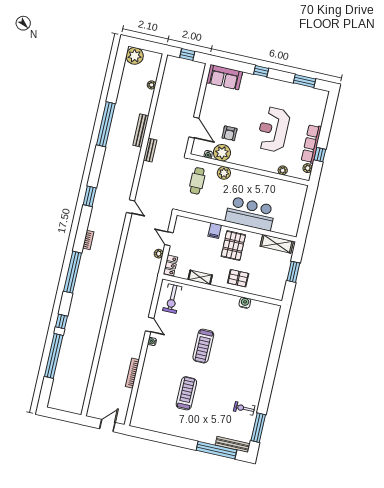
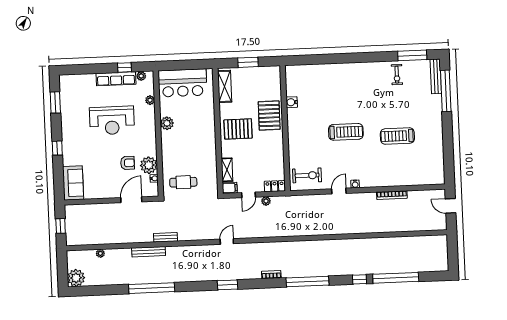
plant: (224, 173) -> (167, 123), moved
bar counter: (250, 214) -> (183, 83), moved, turned -90
filing cabinet: (215, 231) -> (230, 188), moved
shelving: (200, 277) -> (227, 170), moved
pallet: (238, 278) -> (269, 115), width x1.50, depth x1.42

